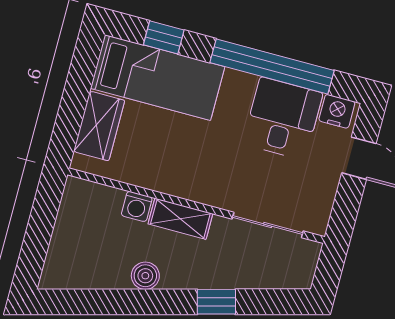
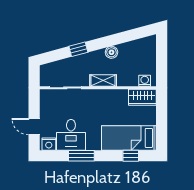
window: (272, 66) -> (81, 156), width x0.47
wardrobe: (99, 126) -> (142, 97), moved, turned -90
washing machine: (137, 206) -> (145, 81), moved

